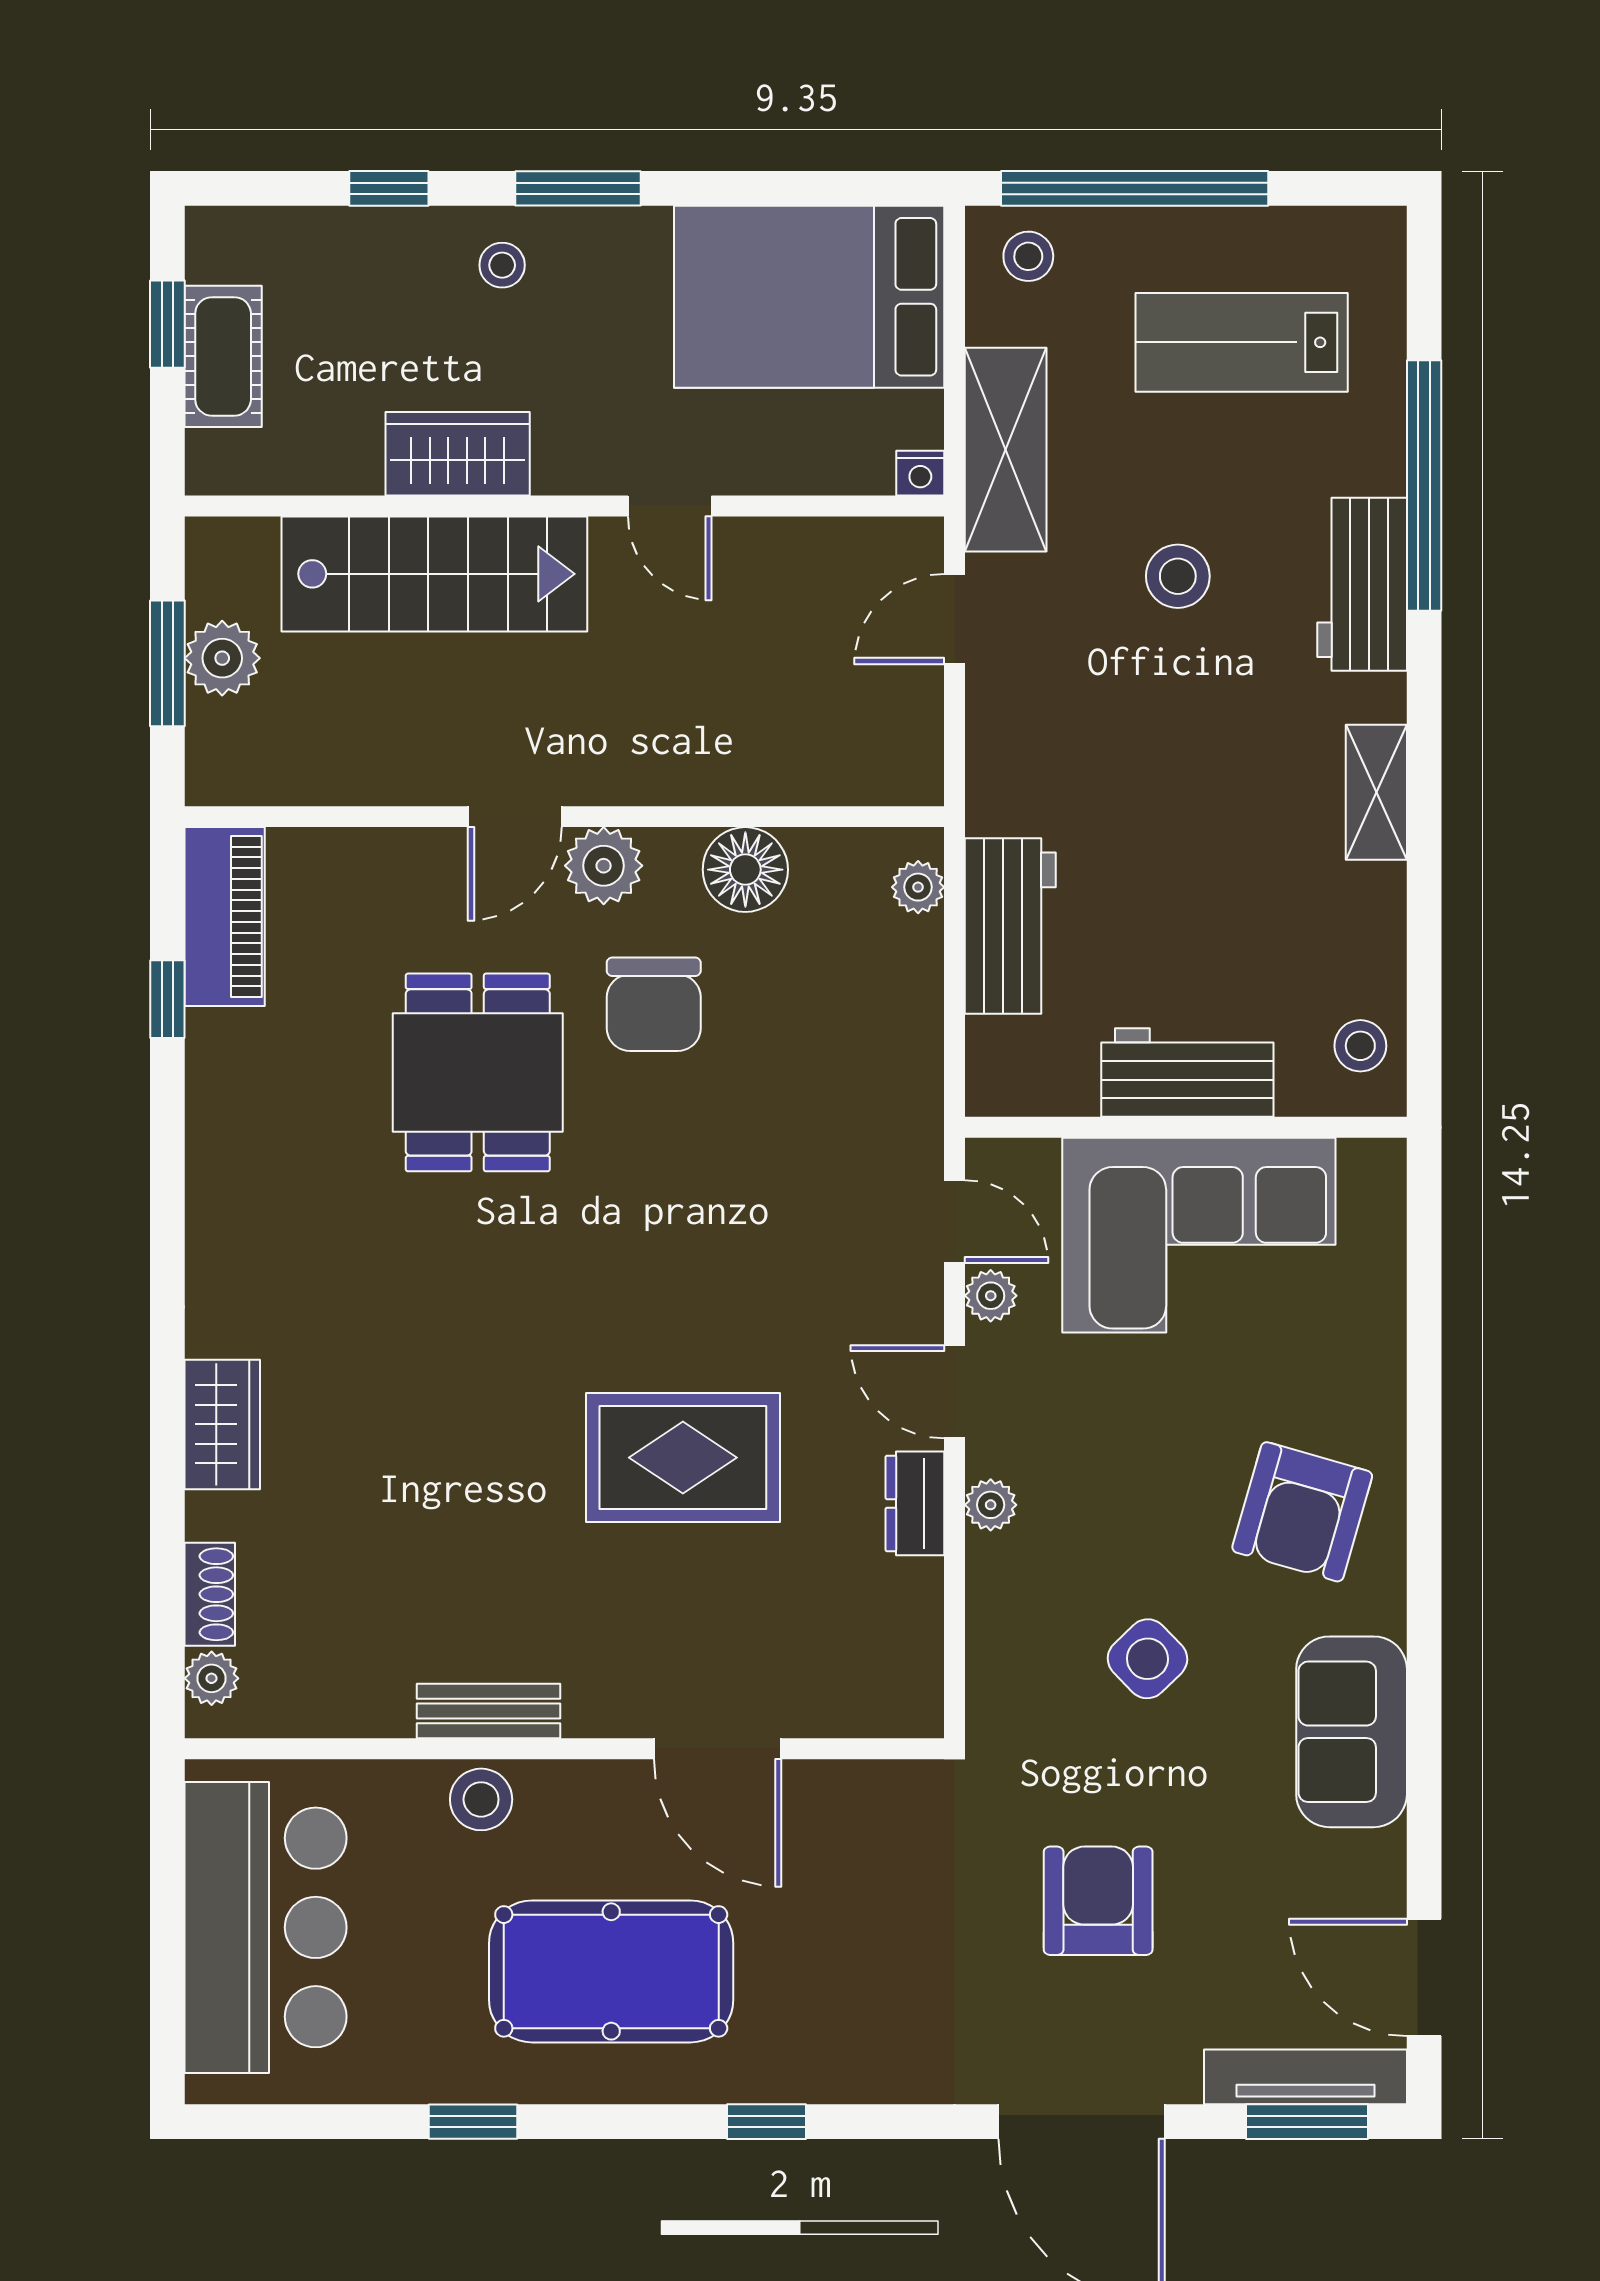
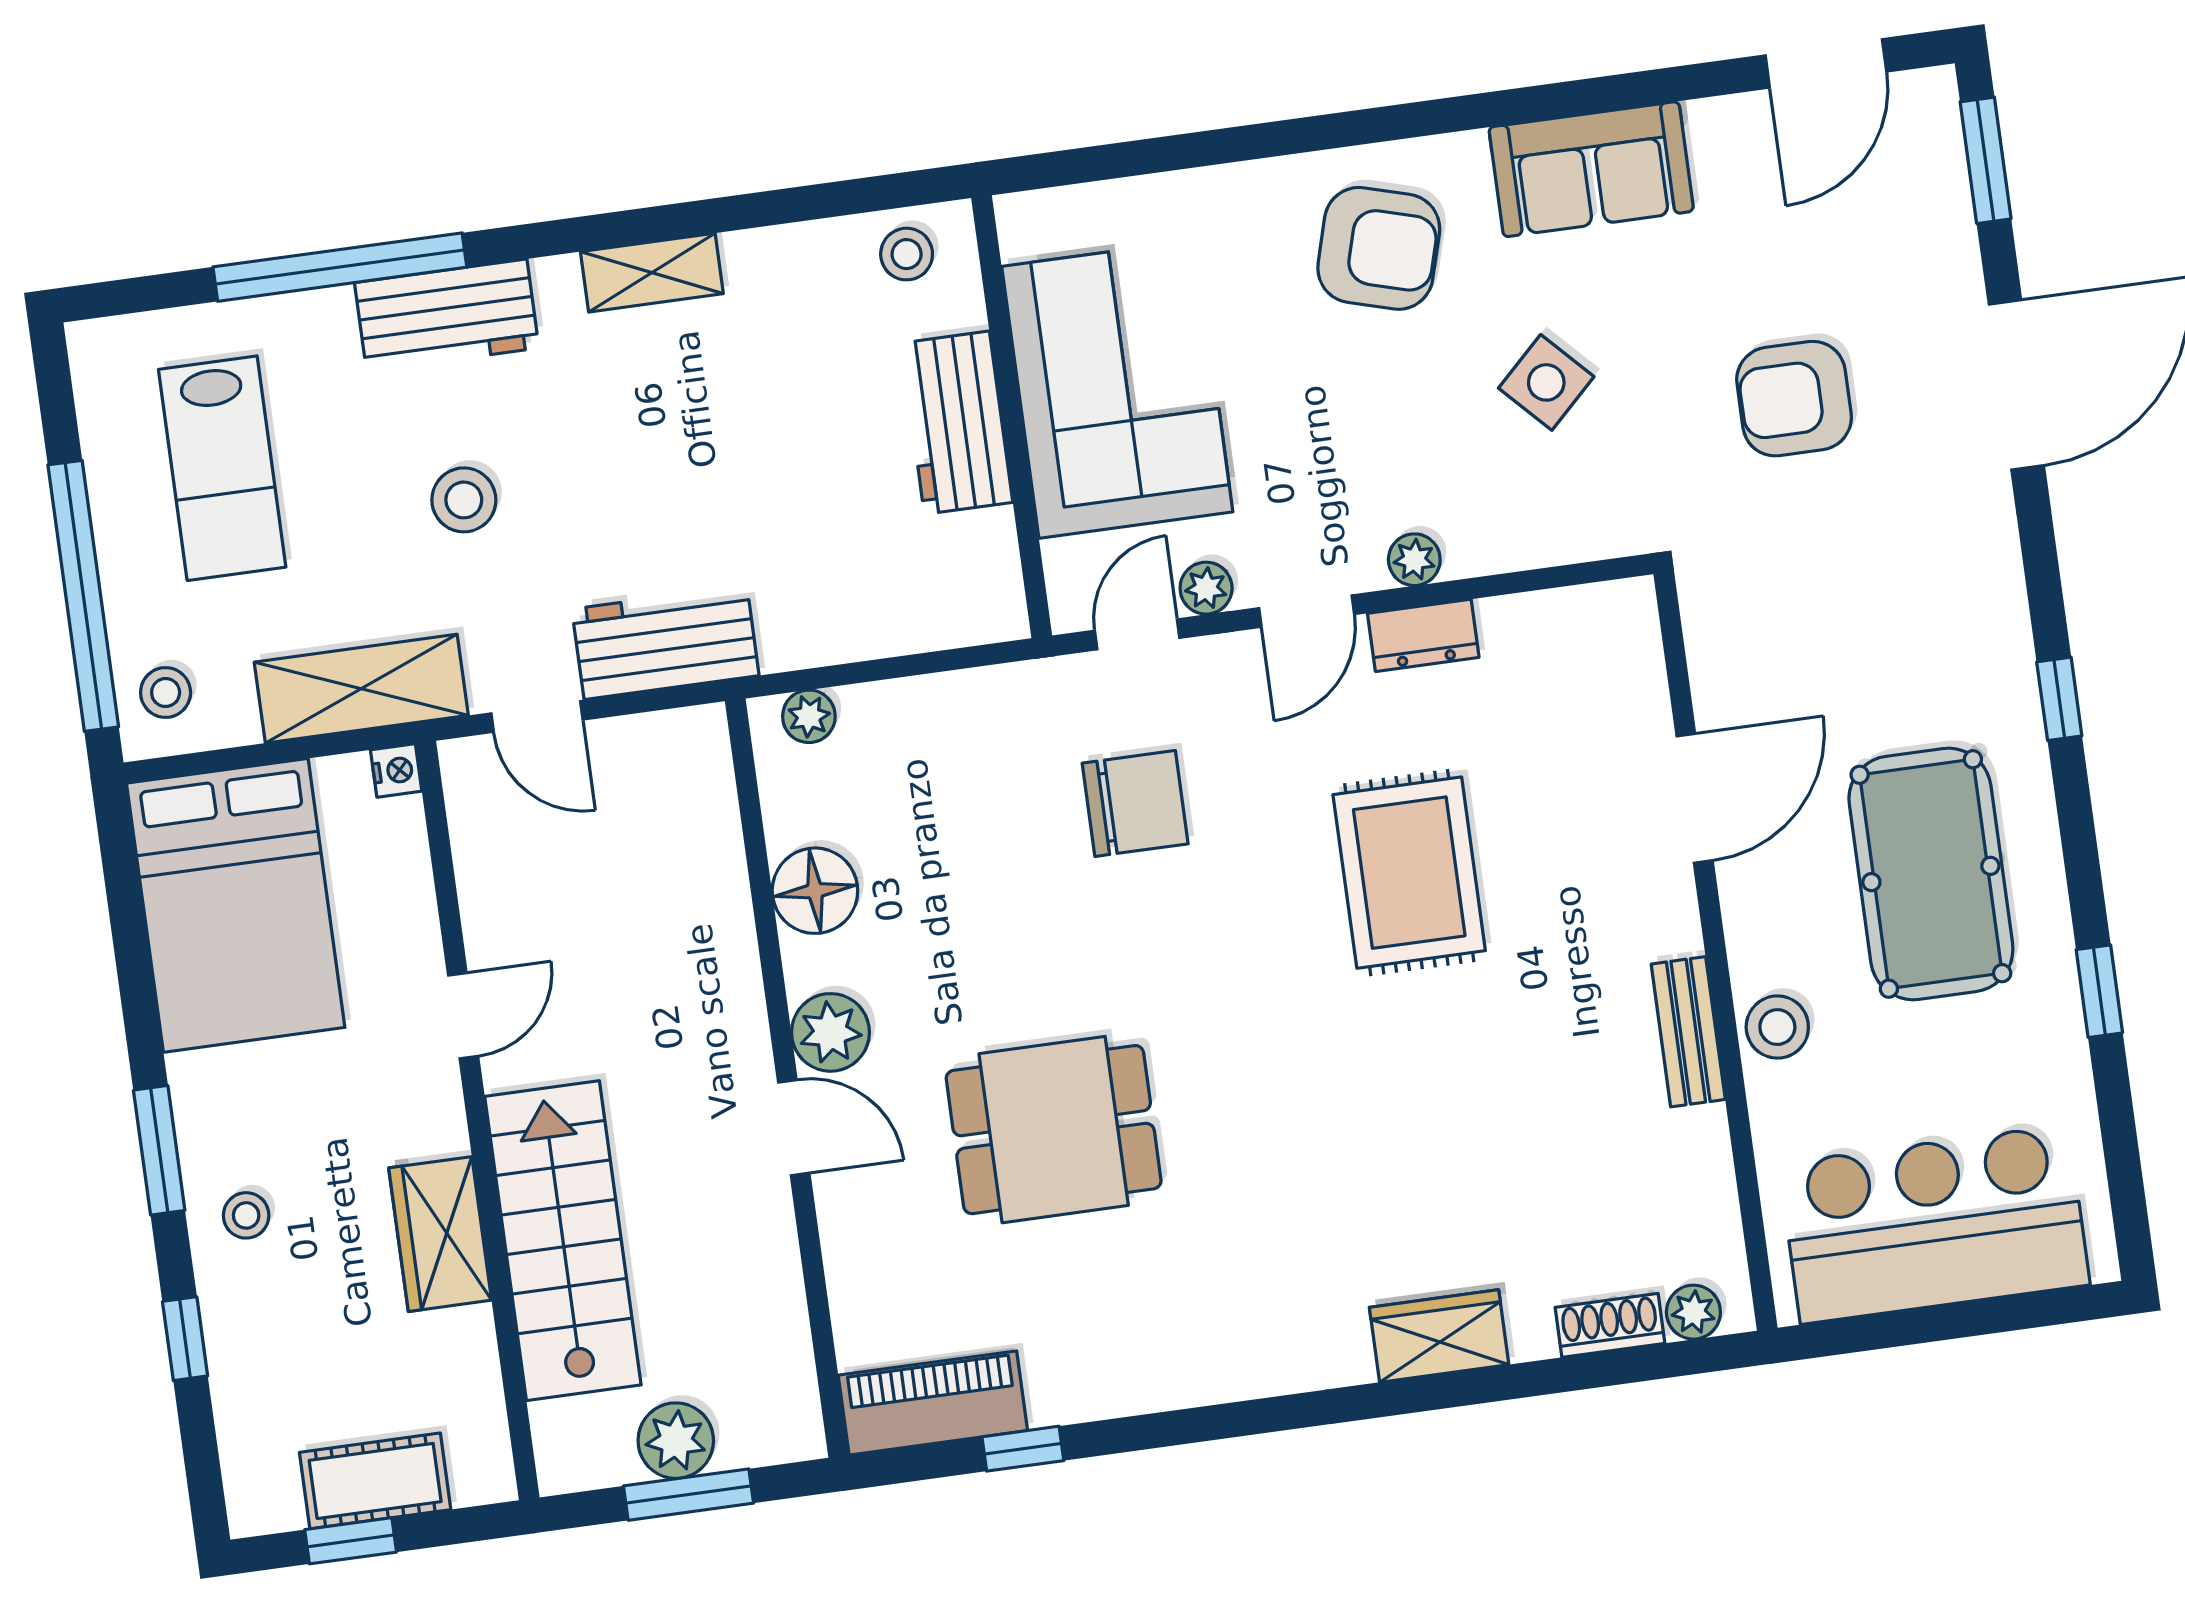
workbench: (1010, 926) -> (665, 642), moved
chair: (654, 1004) -> (1135, 803), moved
tv unit: (1305, 2077) -> (1941, 168), removed

